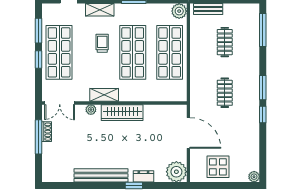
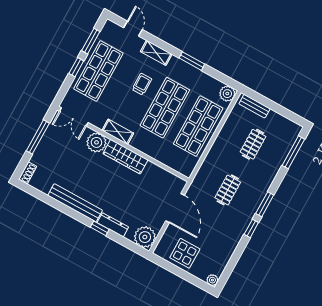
plant: (91, 110) -> (96, 142), width x1.88, depth x1.88
shoe rack: (47, 132) -> (28, 173), moved
dresser: (143, 176) -> (113, 225), width x1.44

